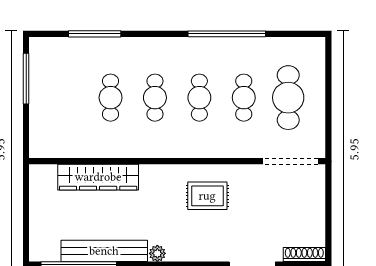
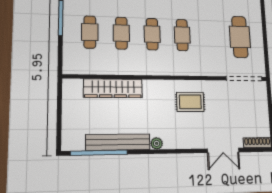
cafe table: (244, 98) -> (90, 32), moved

